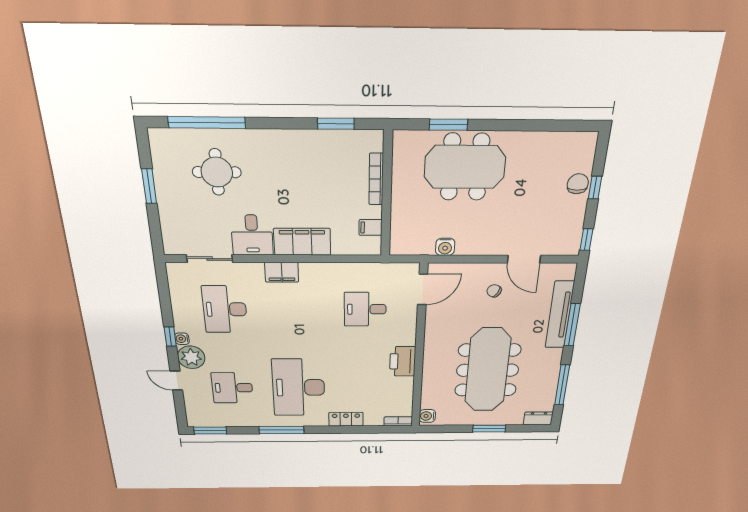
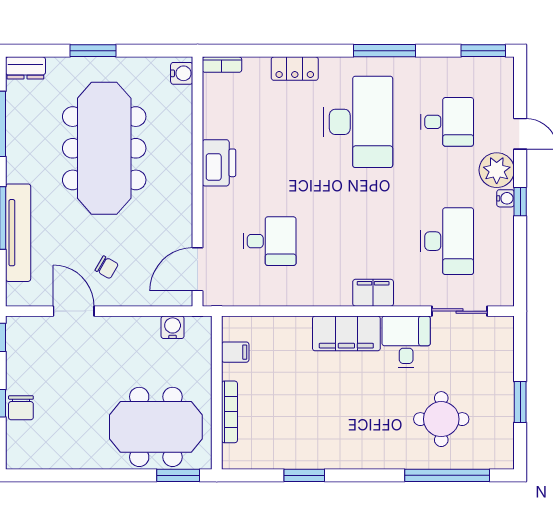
bookcase: (376, 179) -> (229, 412), moved
wall: (387, 195) -> (217, 393), moved
filing cabinet: (371, 227) -> (235, 352), moved

